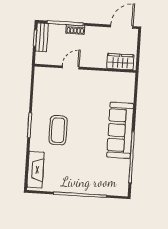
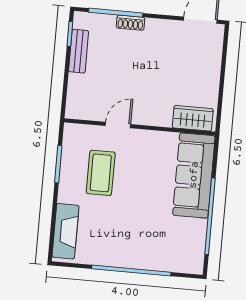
bench: (42, 37) -> (79, 51), moved
wardrobe: (120, 62) -> (193, 118), moved
door: (71, 67) -> (118, 125), moved
wall: (85, 68) -> (140, 127), moved

